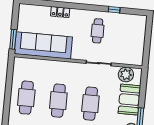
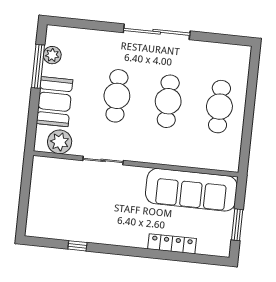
locker: (60, 12) -> (172, 244), width x1.53
cafe table: (98, 31) -> (104, 212), removed
window: (13, 39) -> (237, 225), moved

